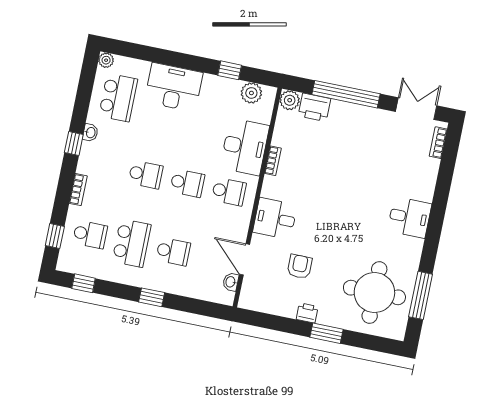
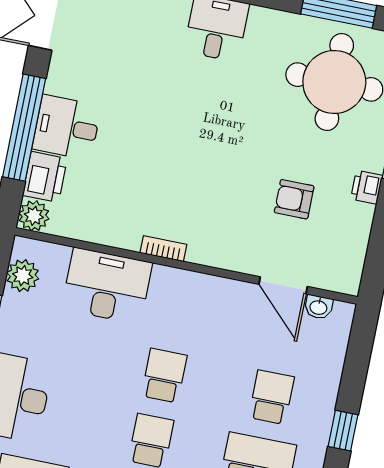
bookcase: (273, 161) -> (163, 249), moved
school desk: (229, 192) -> (177, 310), removed
desk: (275, 219) -> (67, 127), moved, turned 90
door: (245, 259) -> (283, 285), hinge flipped

